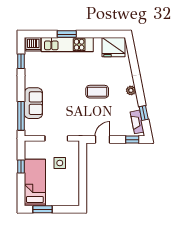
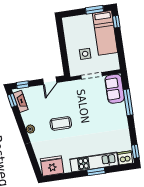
window: (21, 61) -> (135, 151), moved
sofa: (33, 103) -> (115, 89), moved
window: (144, 113) -> (12, 100), moved
window: (21, 116) -> (128, 102), moved
window: (21, 166) -> (116, 22), moved

